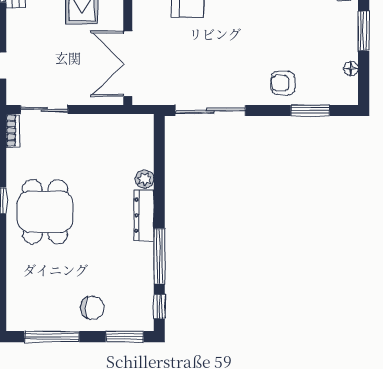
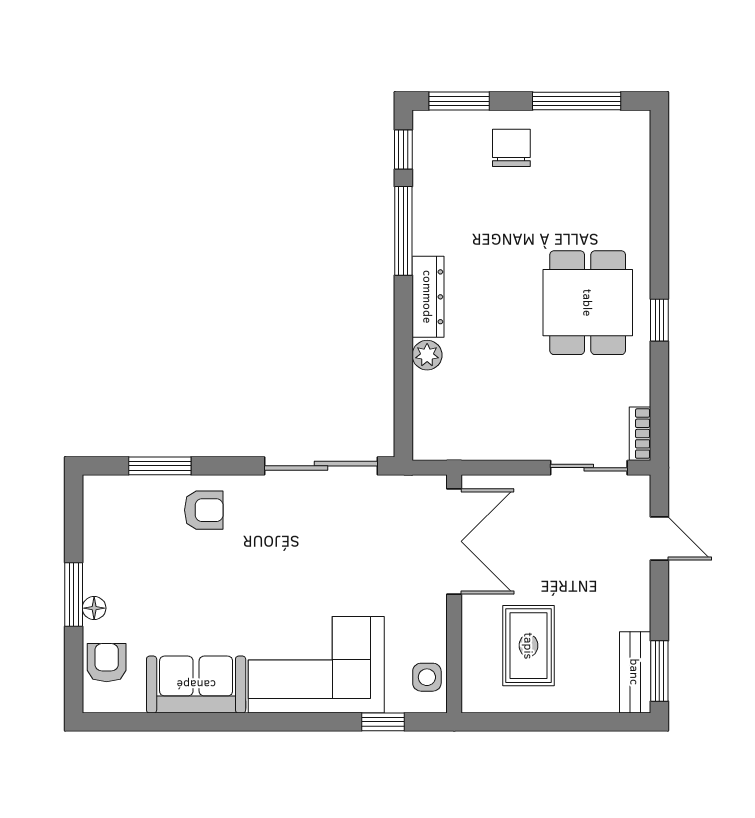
floor lamp: (351, 69) -> (94, 608), moved
chair: (92, 308) -> (511, 148), turned 89

